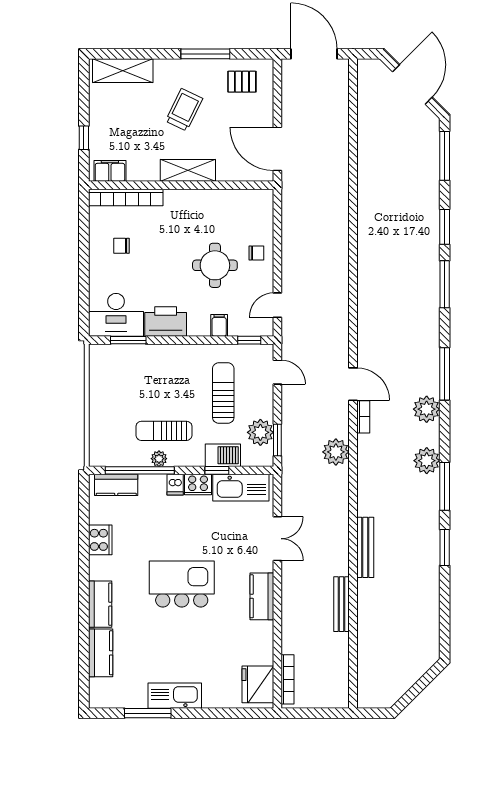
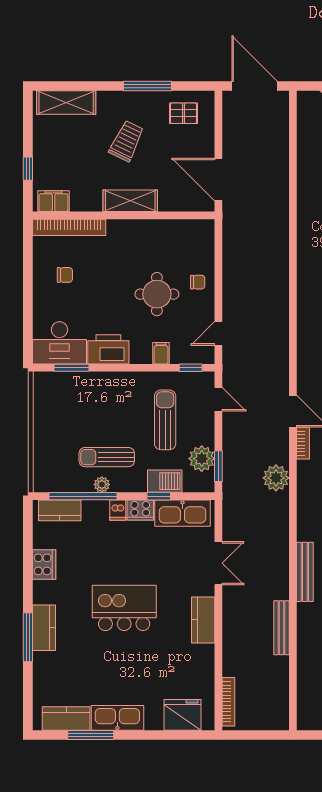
chair: (121, 246) -> (65, 275), turned 180
window: (84, 614) -> (28, 637), added
kitchen counter: (101, 653) -> (66, 719), moved, turned -90
fridge: (258, 684) -> (182, 715), moved, turned 90

